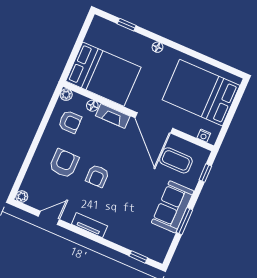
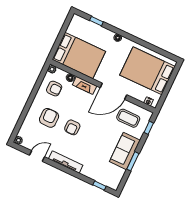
door: (154, 123) -> (113, 91), hinge flipped
tv unit: (89, 225) -> (66, 162), width x1.41

